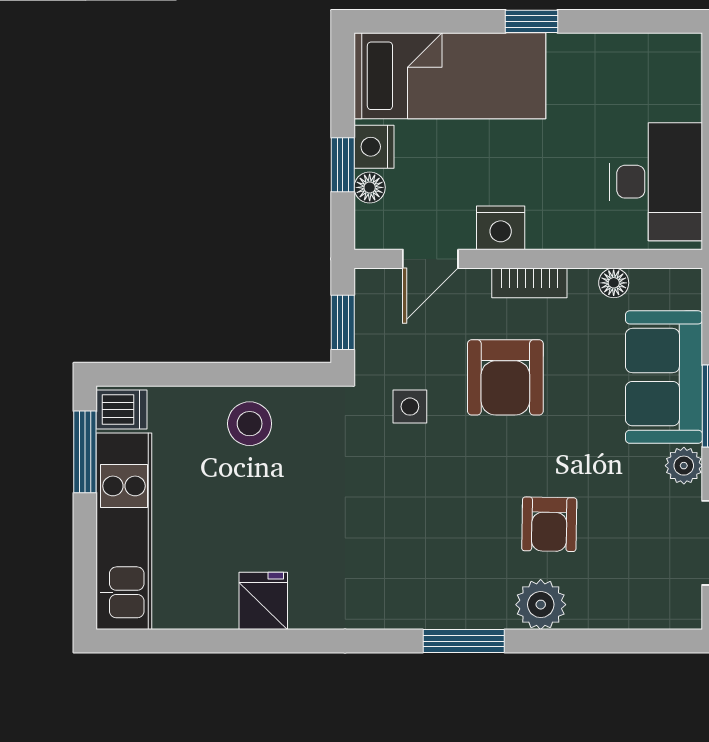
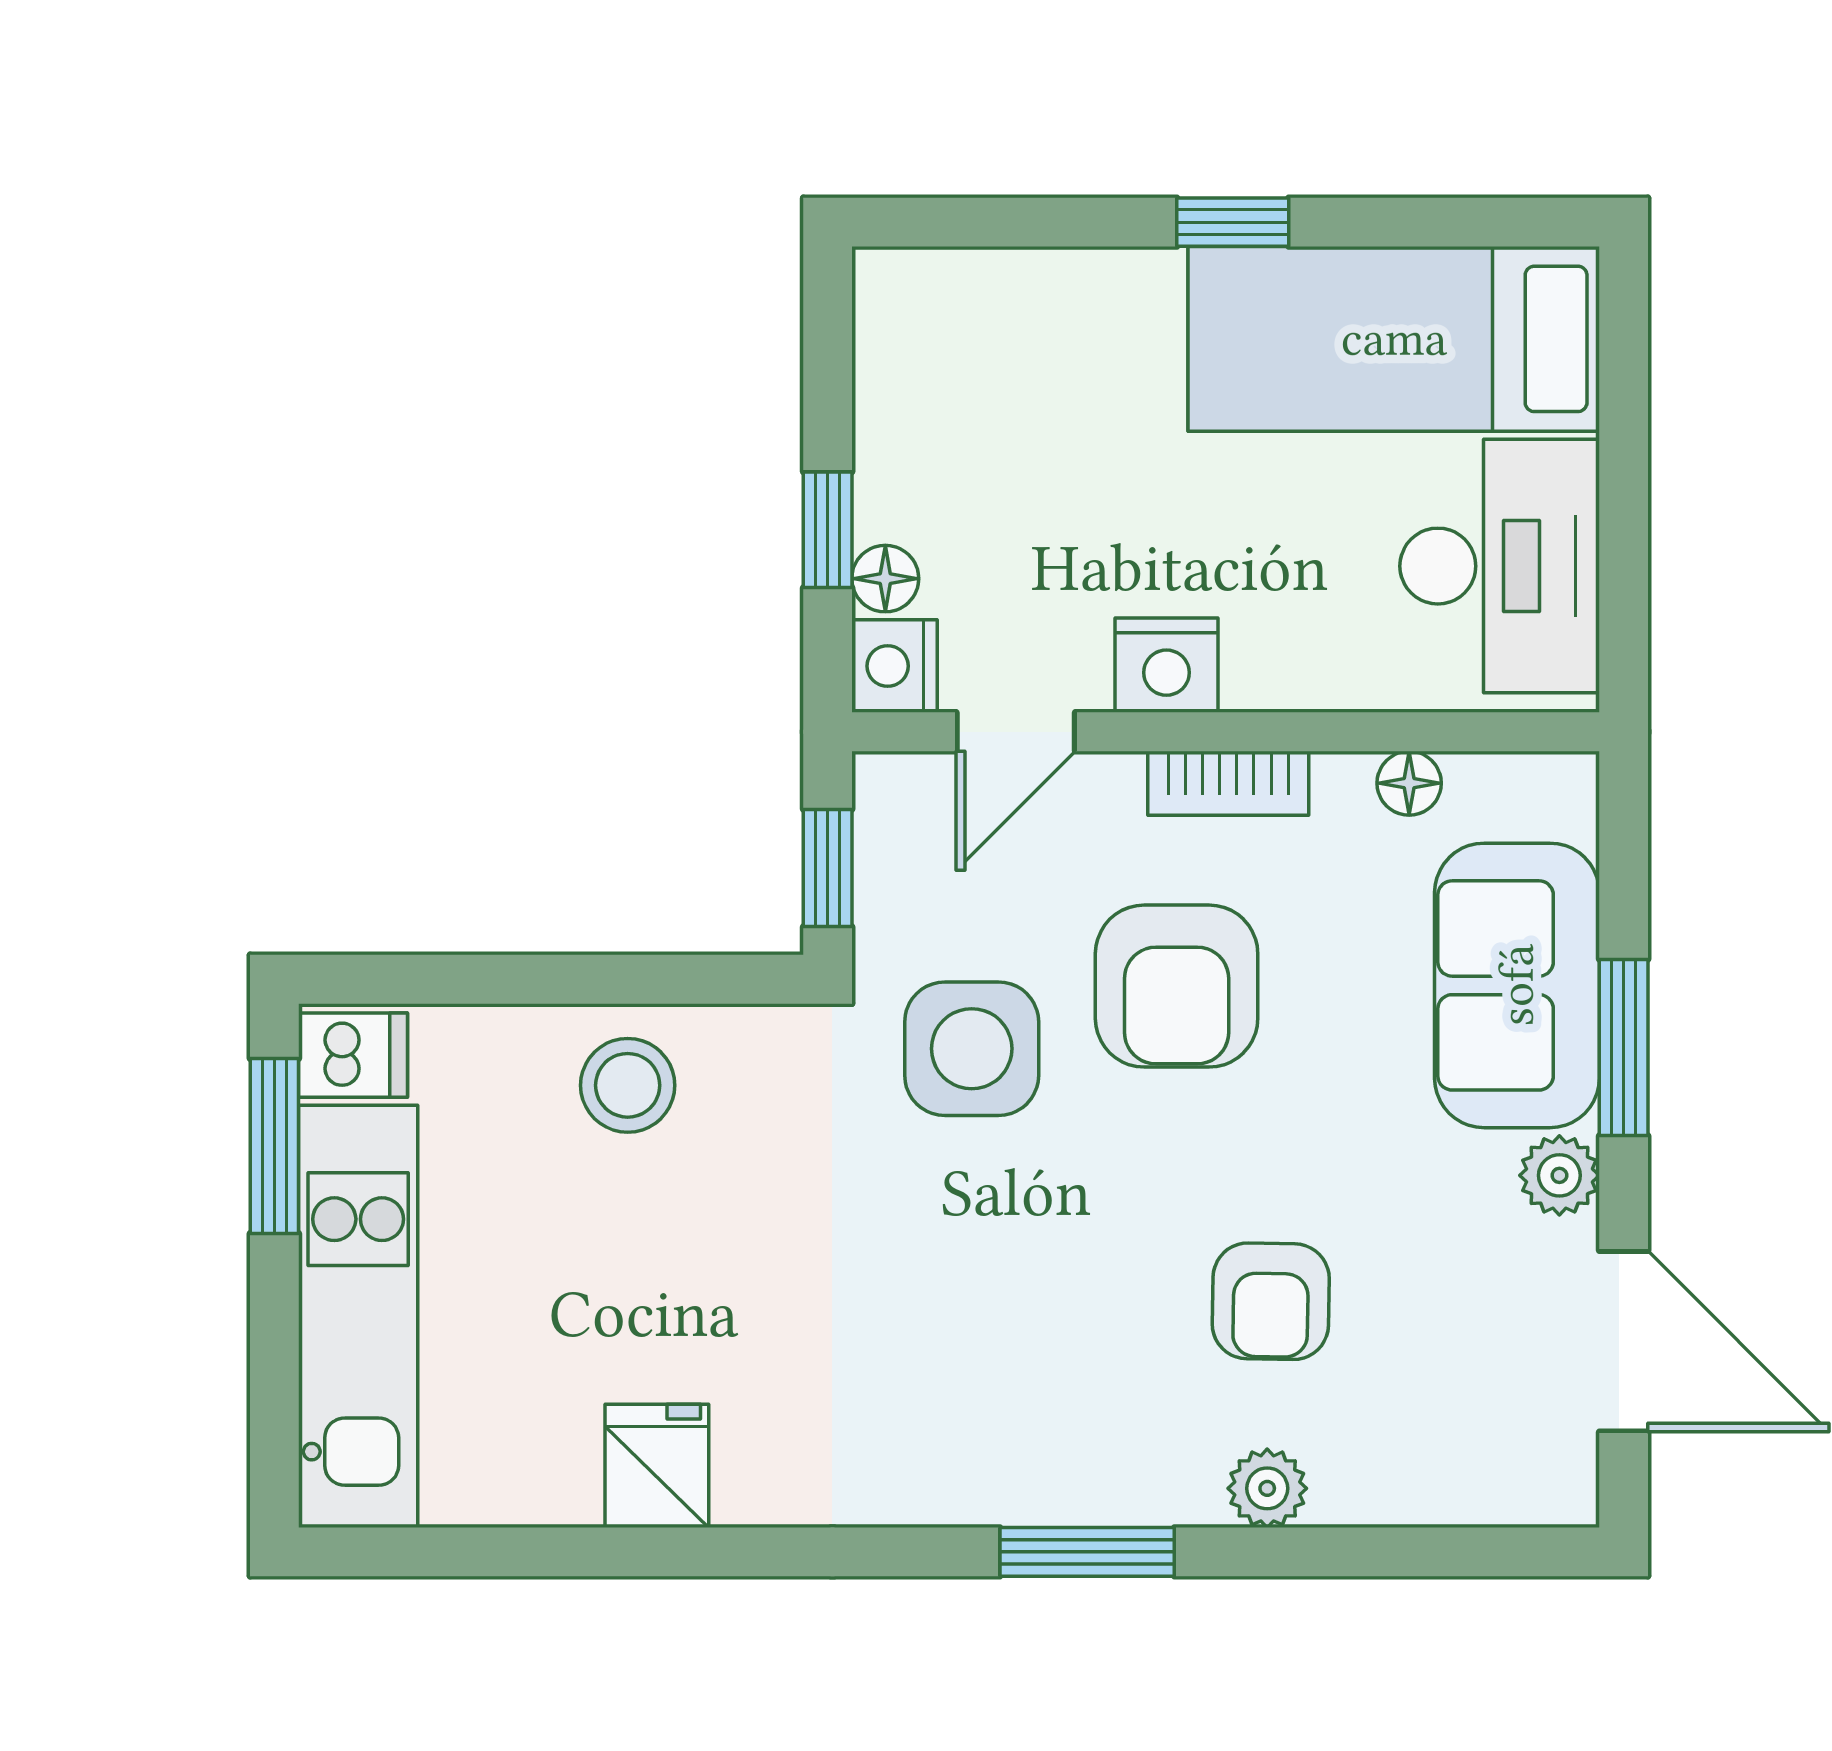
bed: (450, 76) -> (1394, 339), moved, turned 180
nightstand: (374, 147) -> (894, 666), moved
side table: (410, 407) -> (972, 1049), width x1.87, depth x1.87
plant: (541, 605) -> (1267, 1488), width x0.73, depth x0.73

